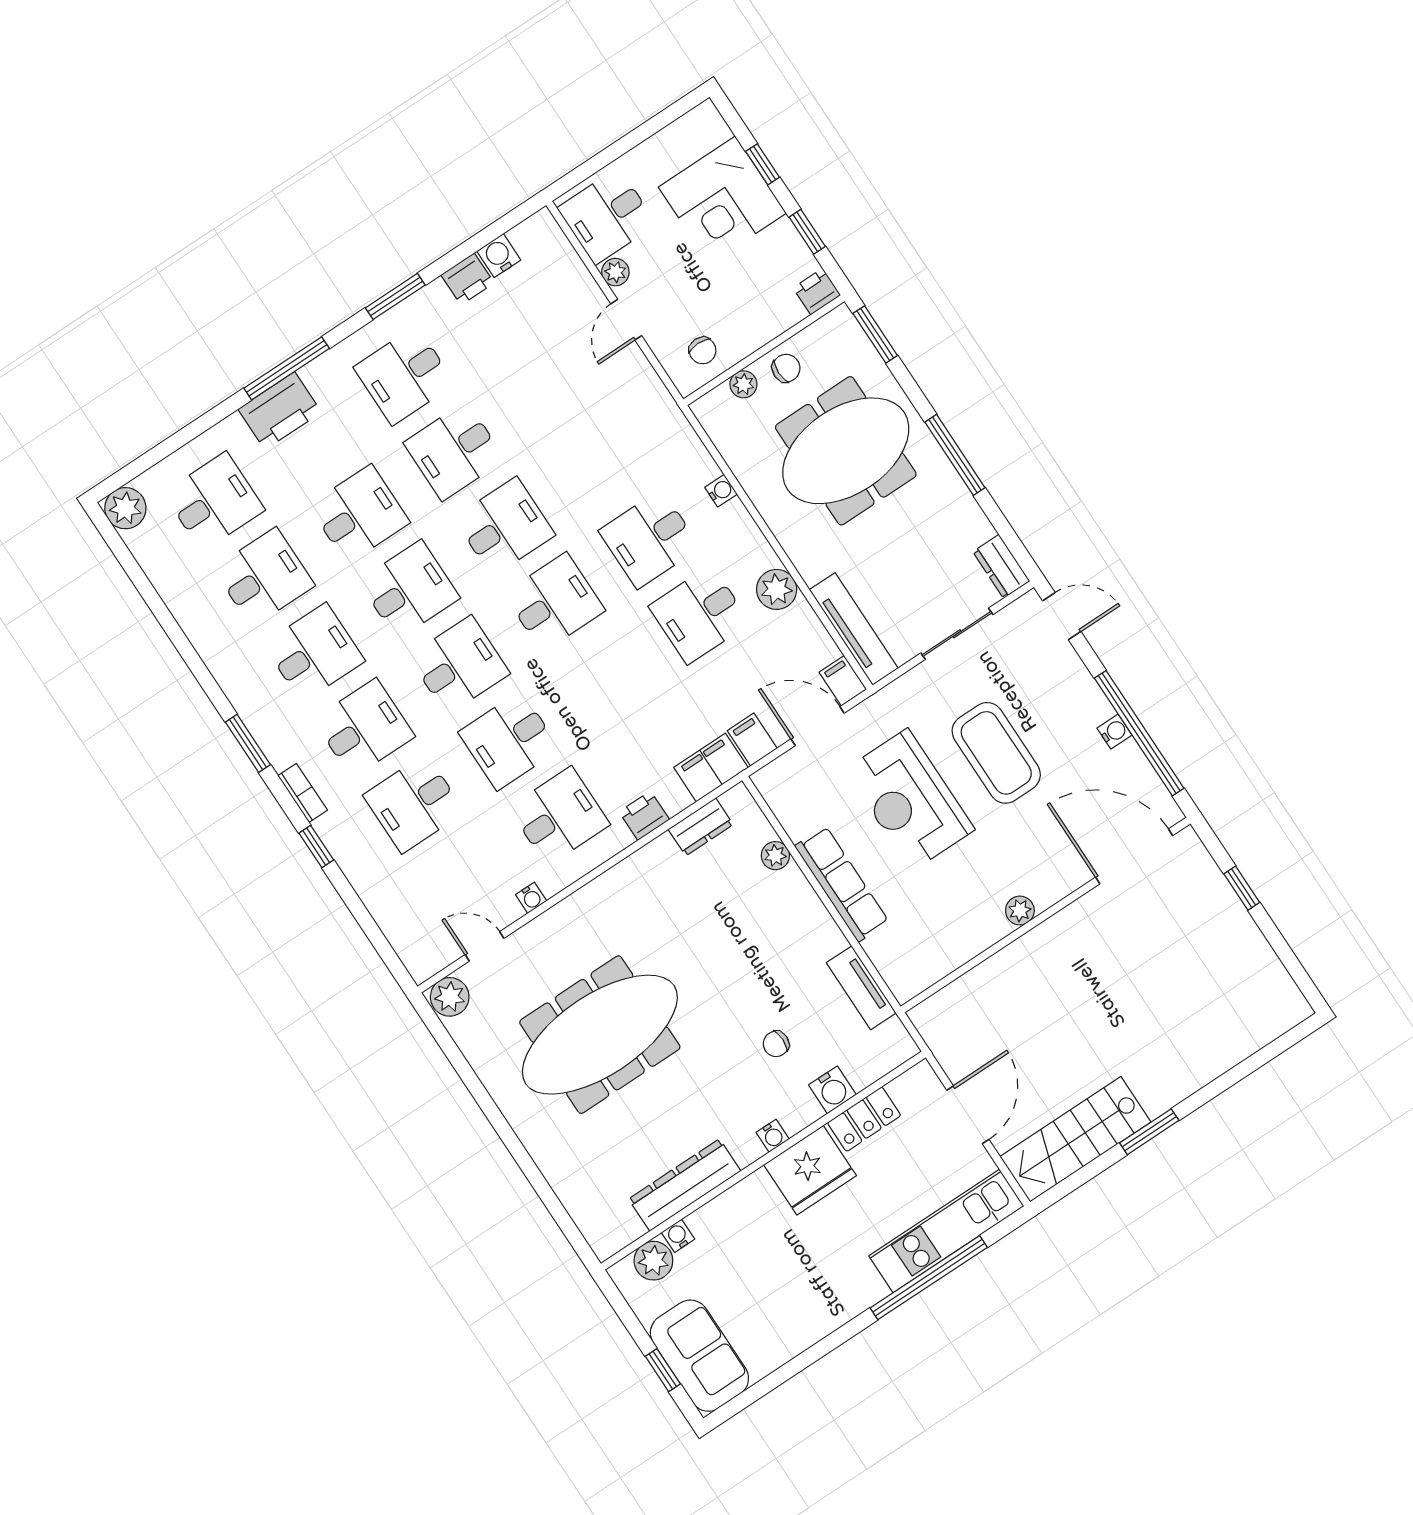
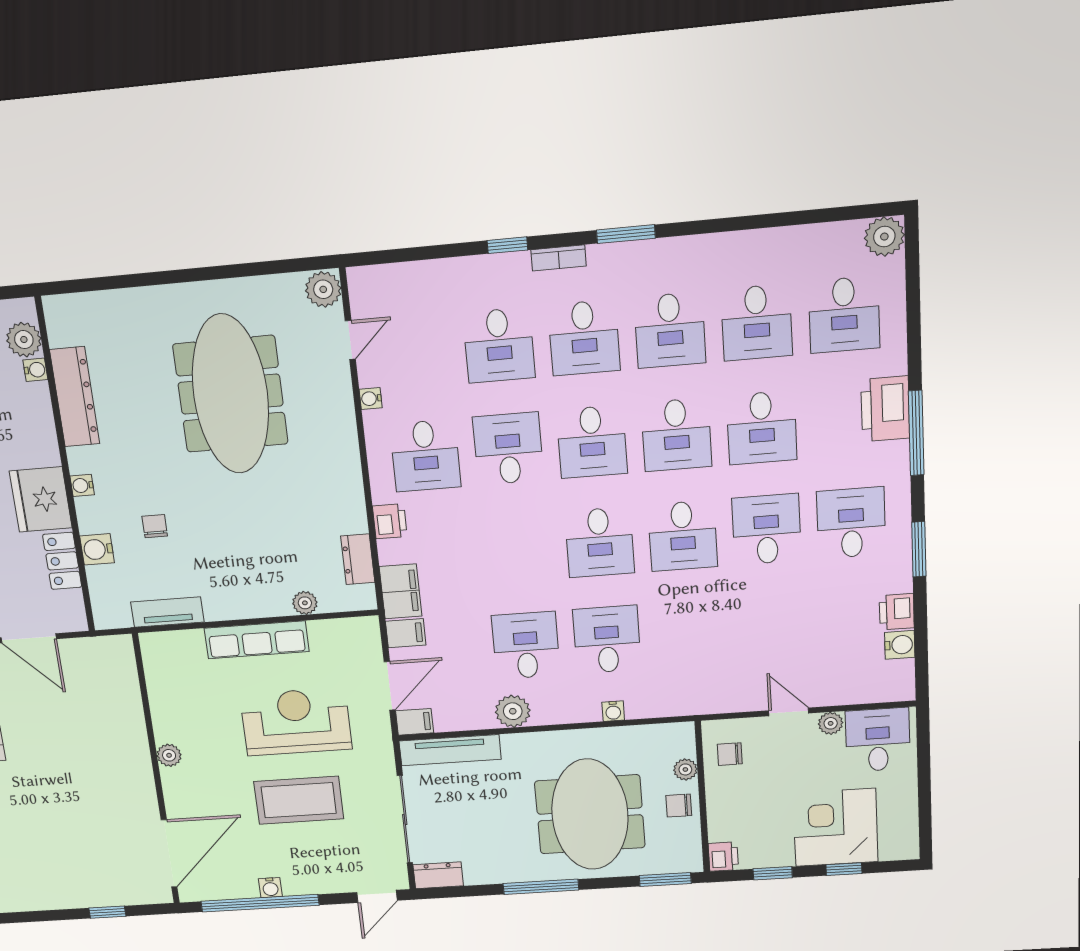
chair: (786, 368) -> (679, 806), turned 90
sliding door: (957, 634) -> (405, 819), width x1.37
desk: (414, 804) -> (499, 345), turned 180

